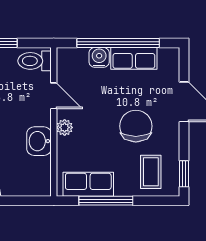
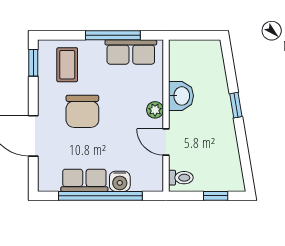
toilet: (35, 61) -> (181, 178), width x0.73, depth x0.72

